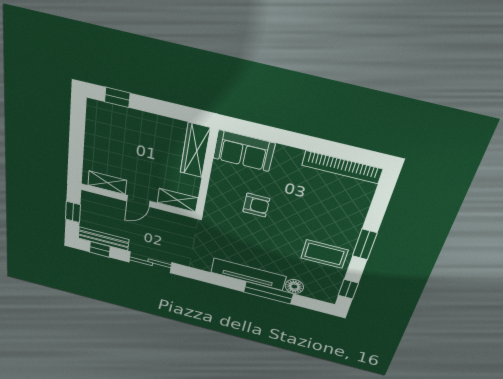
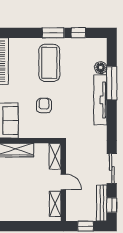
coffee table: (324, 254) -> (49, 63), moved, width x1.36, depth x1.32
window: (348, 289) -> (78, 33), moved

